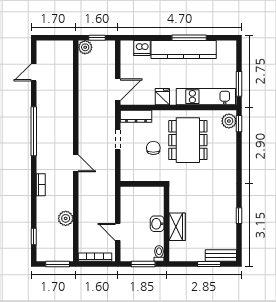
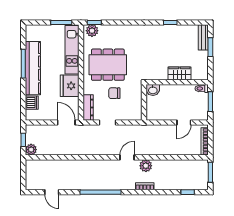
fridge: (162, 97) -> (70, 86), width x1.88, depth x1.34
plant: (66, 218) -> (146, 166), moved
washbasin: (157, 224) -> (153, 90), moved

